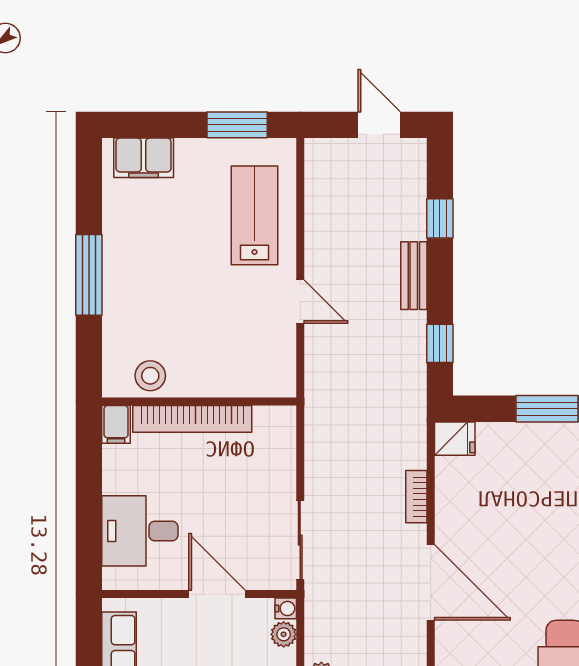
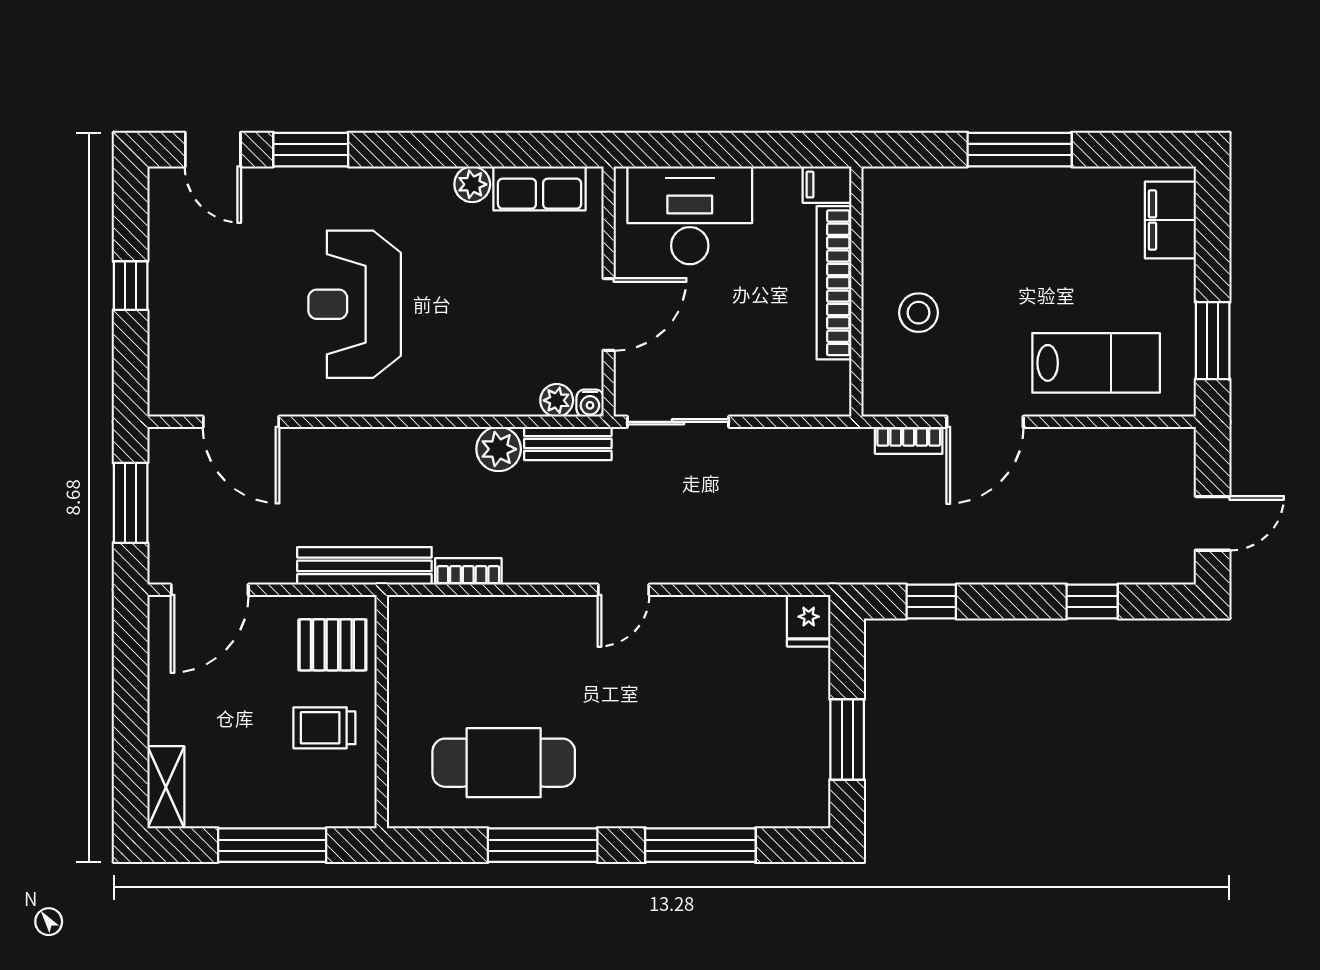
bench: (414, 276) -> (568, 443), moved
door: (300, 302) -> (985, 422), width x1.37
stool: (150, 376) -> (919, 313), moved
bookcase: (416, 497) -> (909, 440), moved, turned 180
desk: (140, 531) -> (690, 215), width x1.37
door: (431, 582) -> (624, 590), width x0.53

